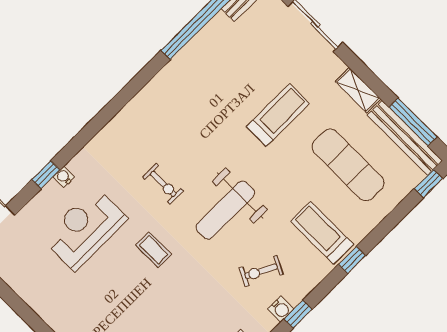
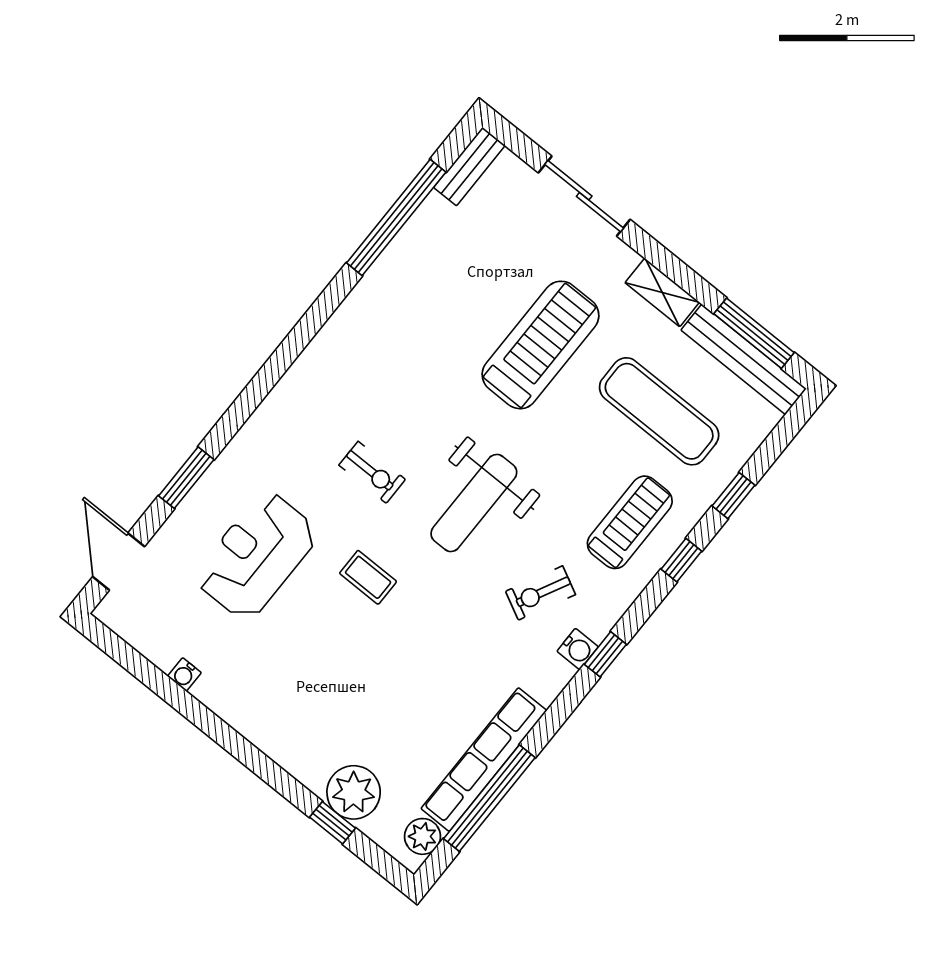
treadmill: (278, 115) -> (540, 345), width x1.37, depth x1.38
window: (46, 175) -> (186, 478), width x1.50
water cooler: (64, 177) -> (184, 675), moved, turned -90
window: (428, 184) -> (734, 496), moved
treadmill: (322, 233) -> (630, 522), turned 90

